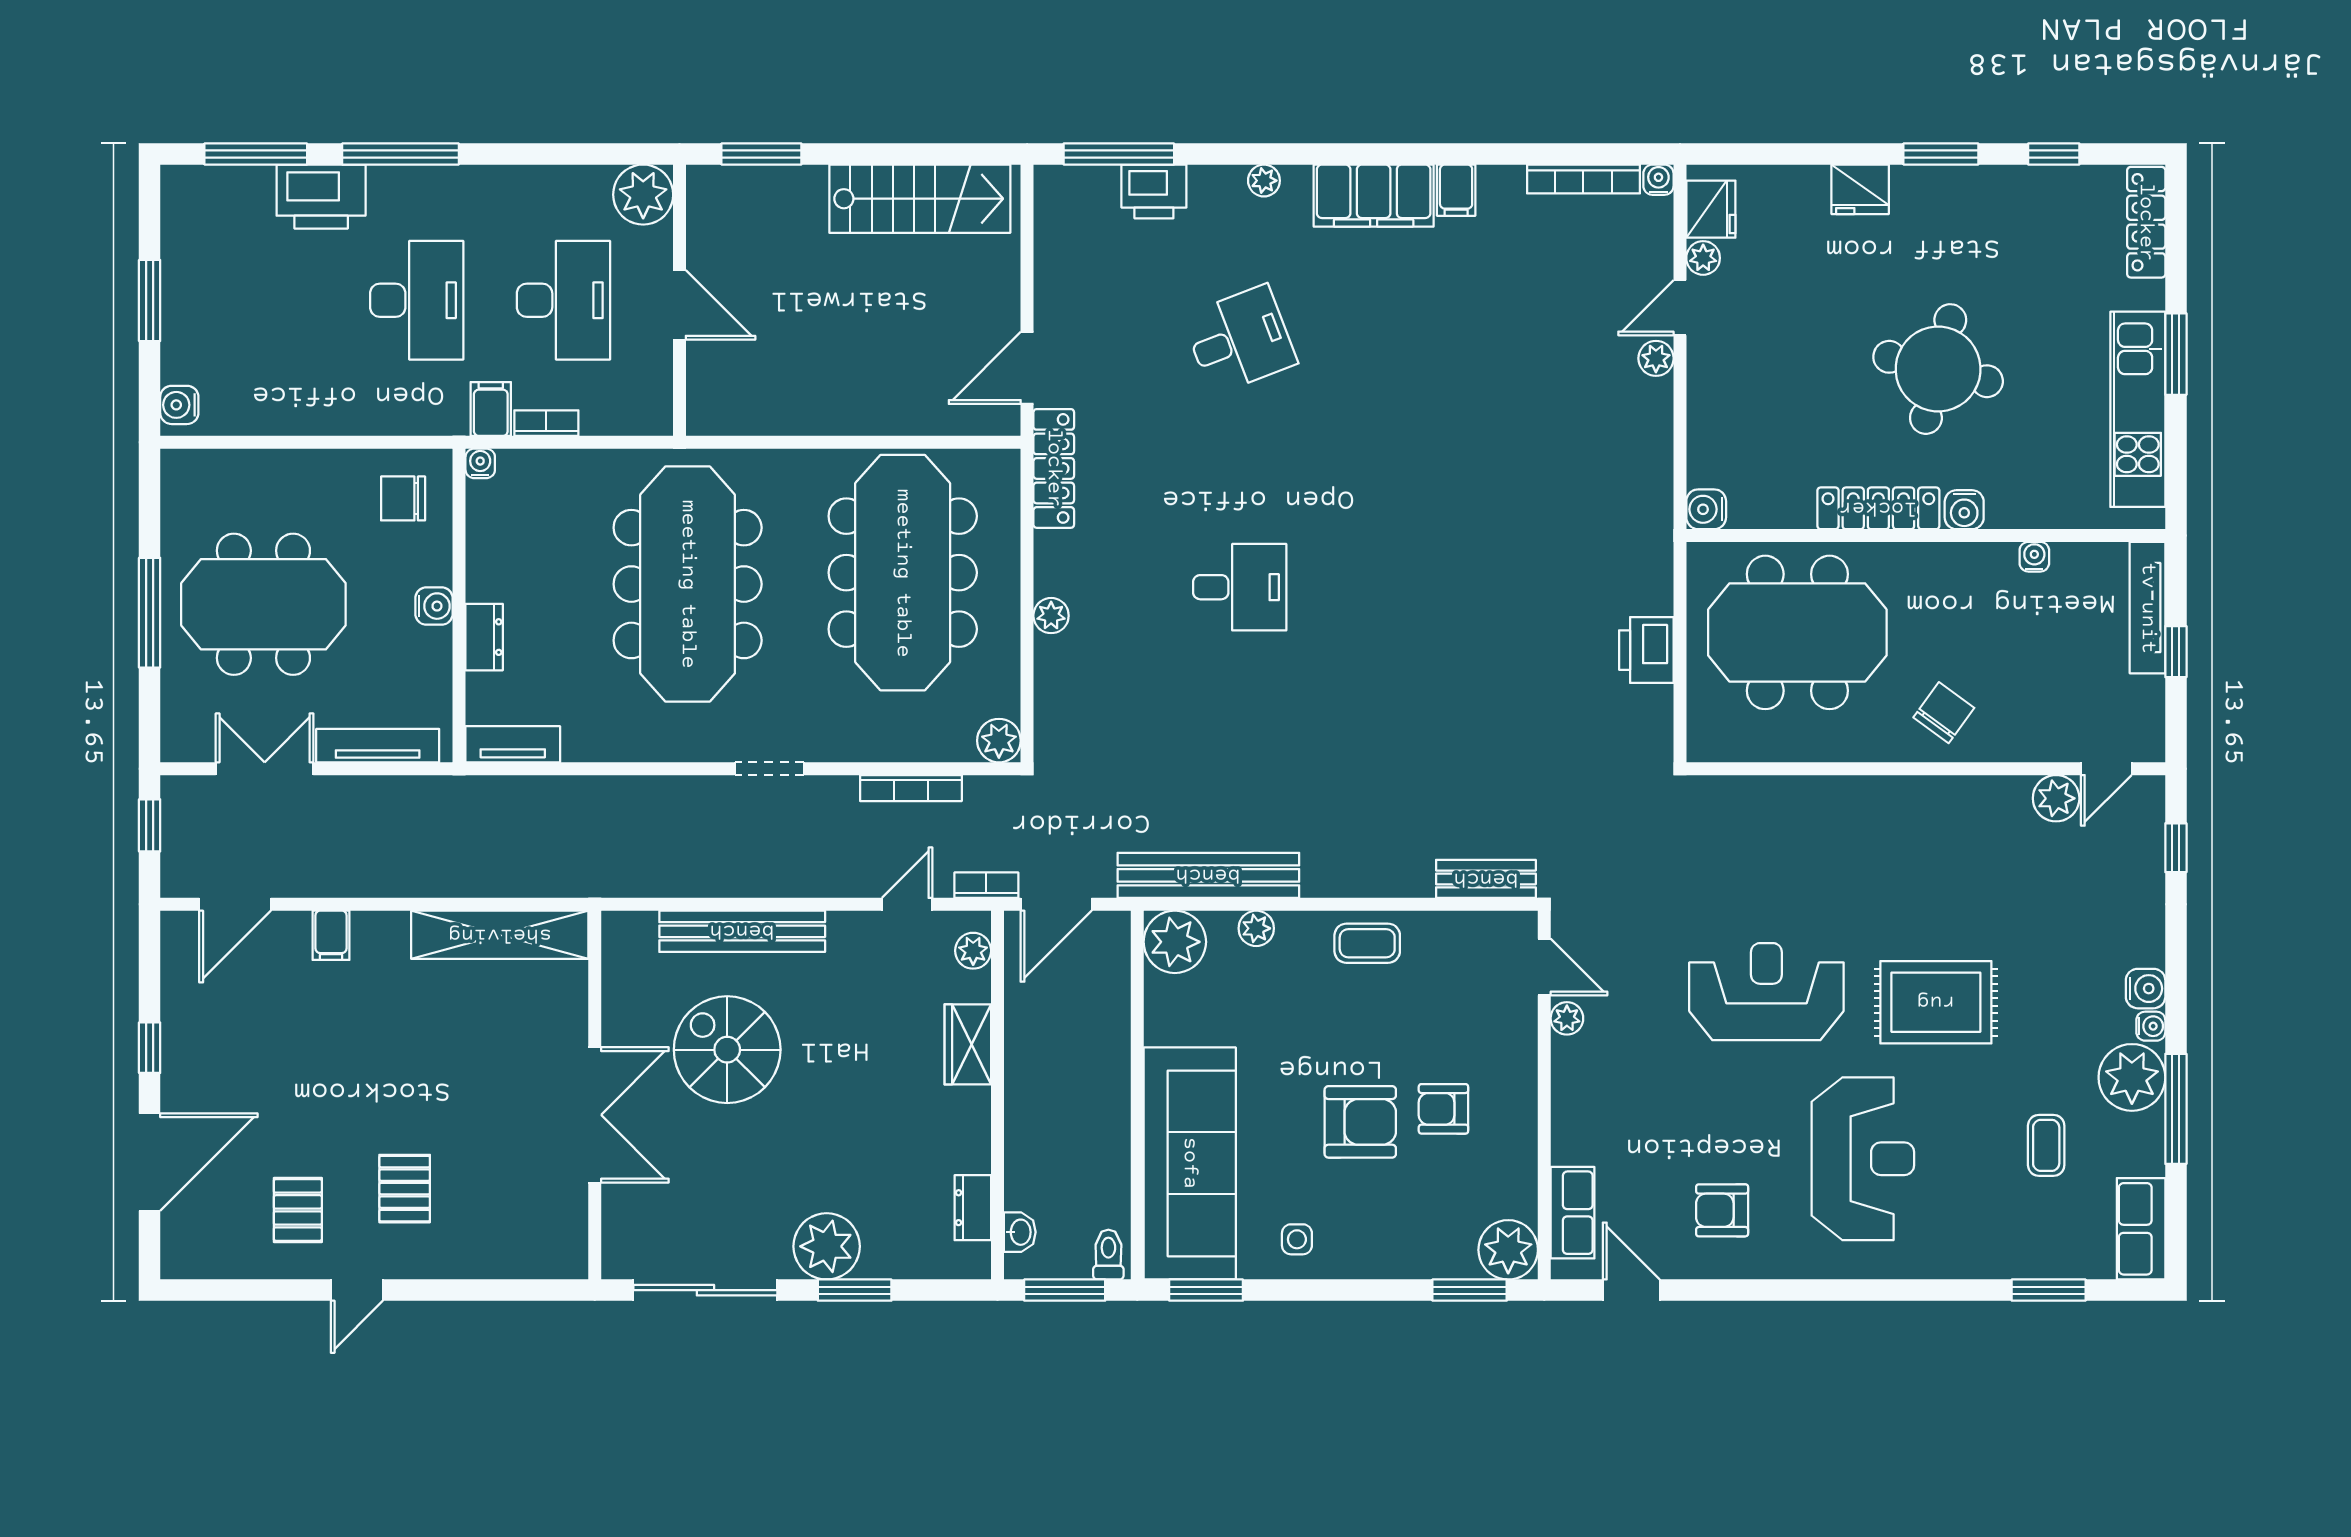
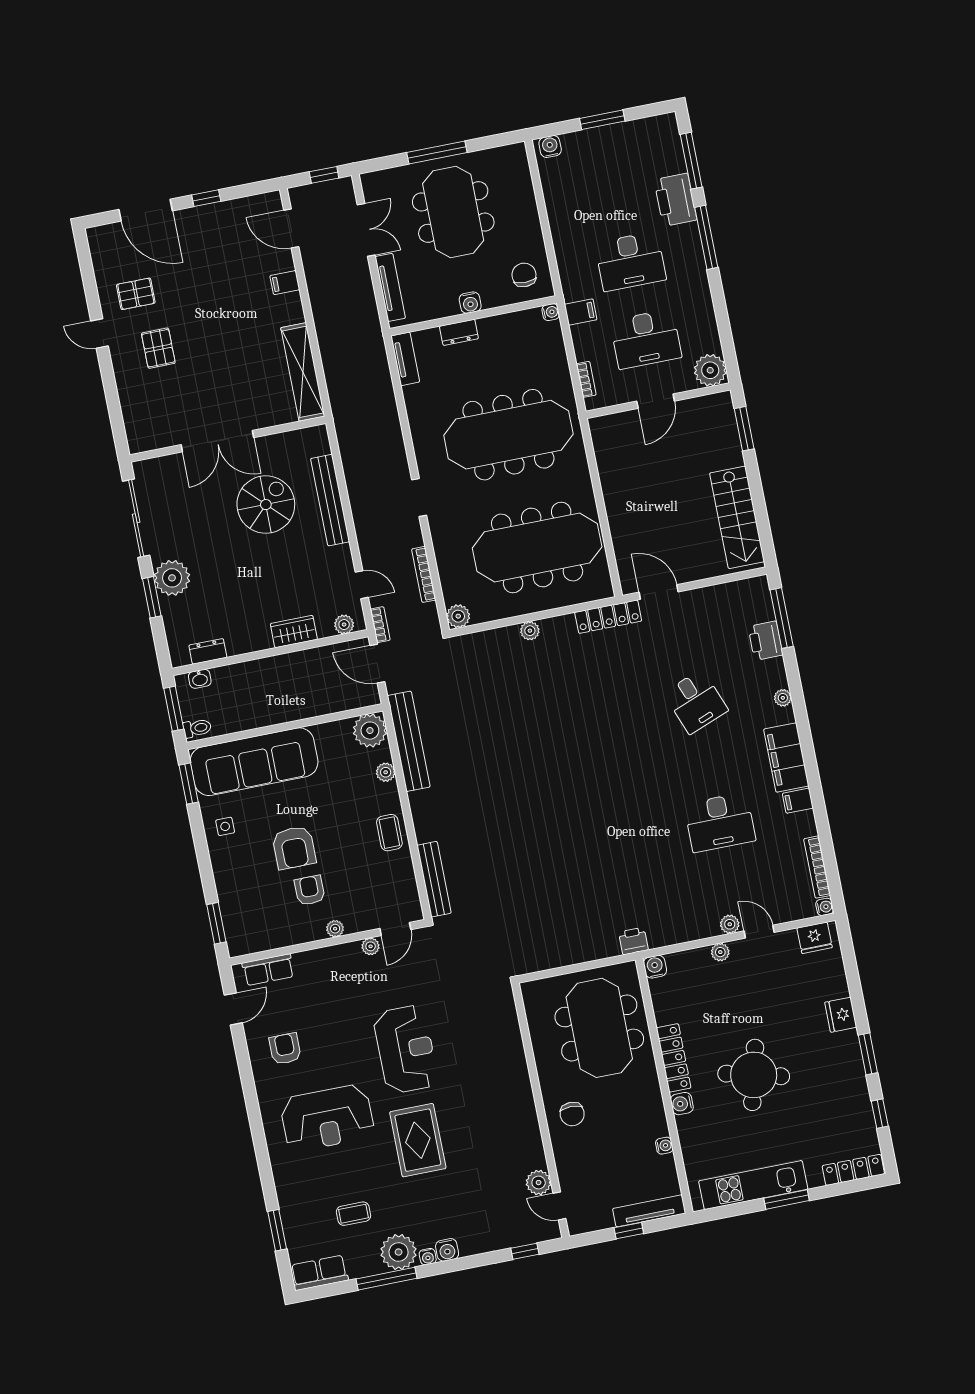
plant: (1703, 258) -> (720, 952), moved
bookcase: (546, 423) -> (586, 379), moved
desk: (1240, 587) -> (720, 822), moved, width x1.37
printer: (1646, 650) -> (633, 941), moved, width x0.73, depth x0.81
chair: (1944, 713) -> (572, 1114), turned 54
bench: (1486, 879) -> (434, 879), width x1.36
pallet: (405, 1189) -> (158, 348), turned 90
plant: (1508, 1250) -> (335, 929), moved, width x0.53, depth x0.53

